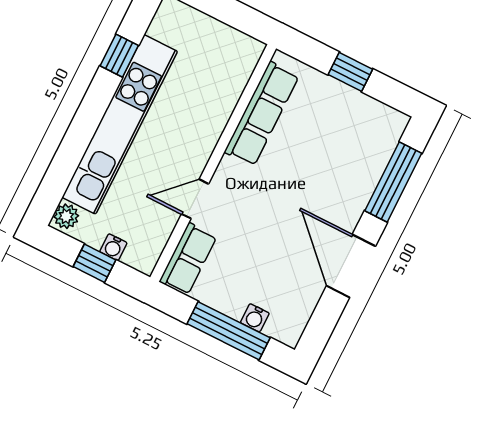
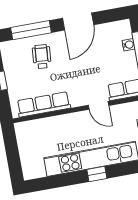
window: (119, 56) -> (97, 174), moved
wheelchair: (339, 167) -> (42, 57), added

